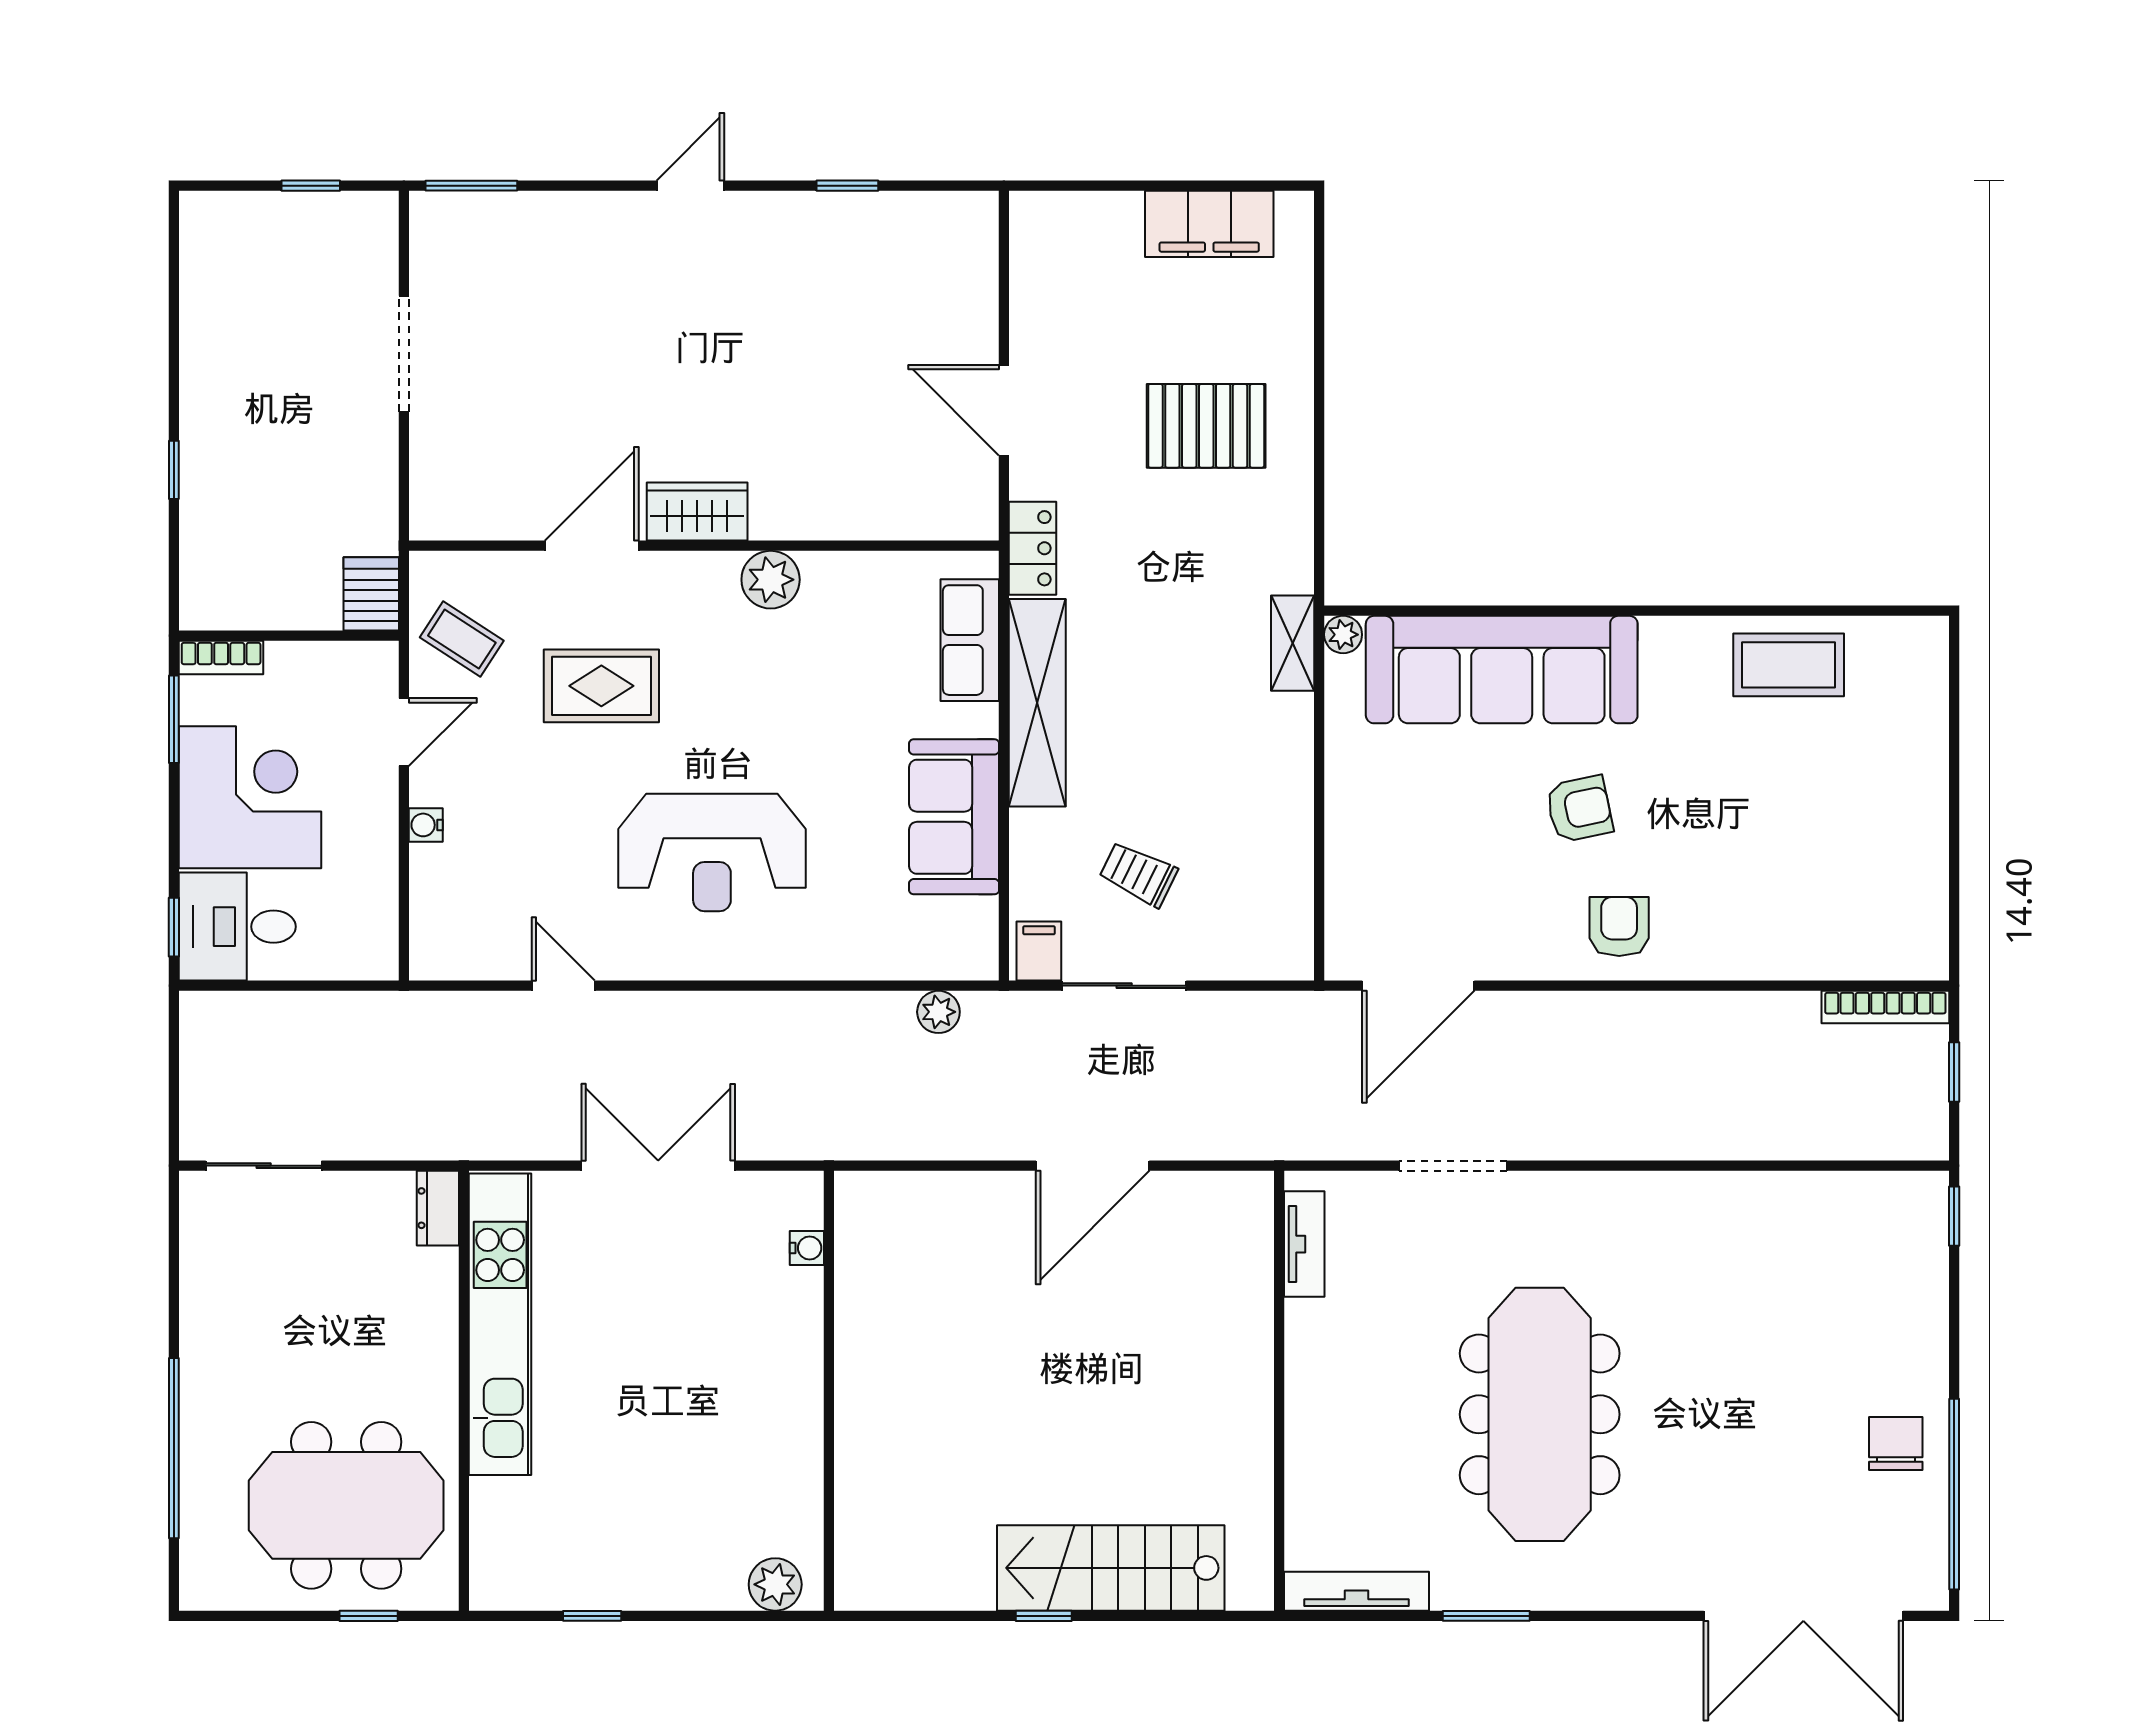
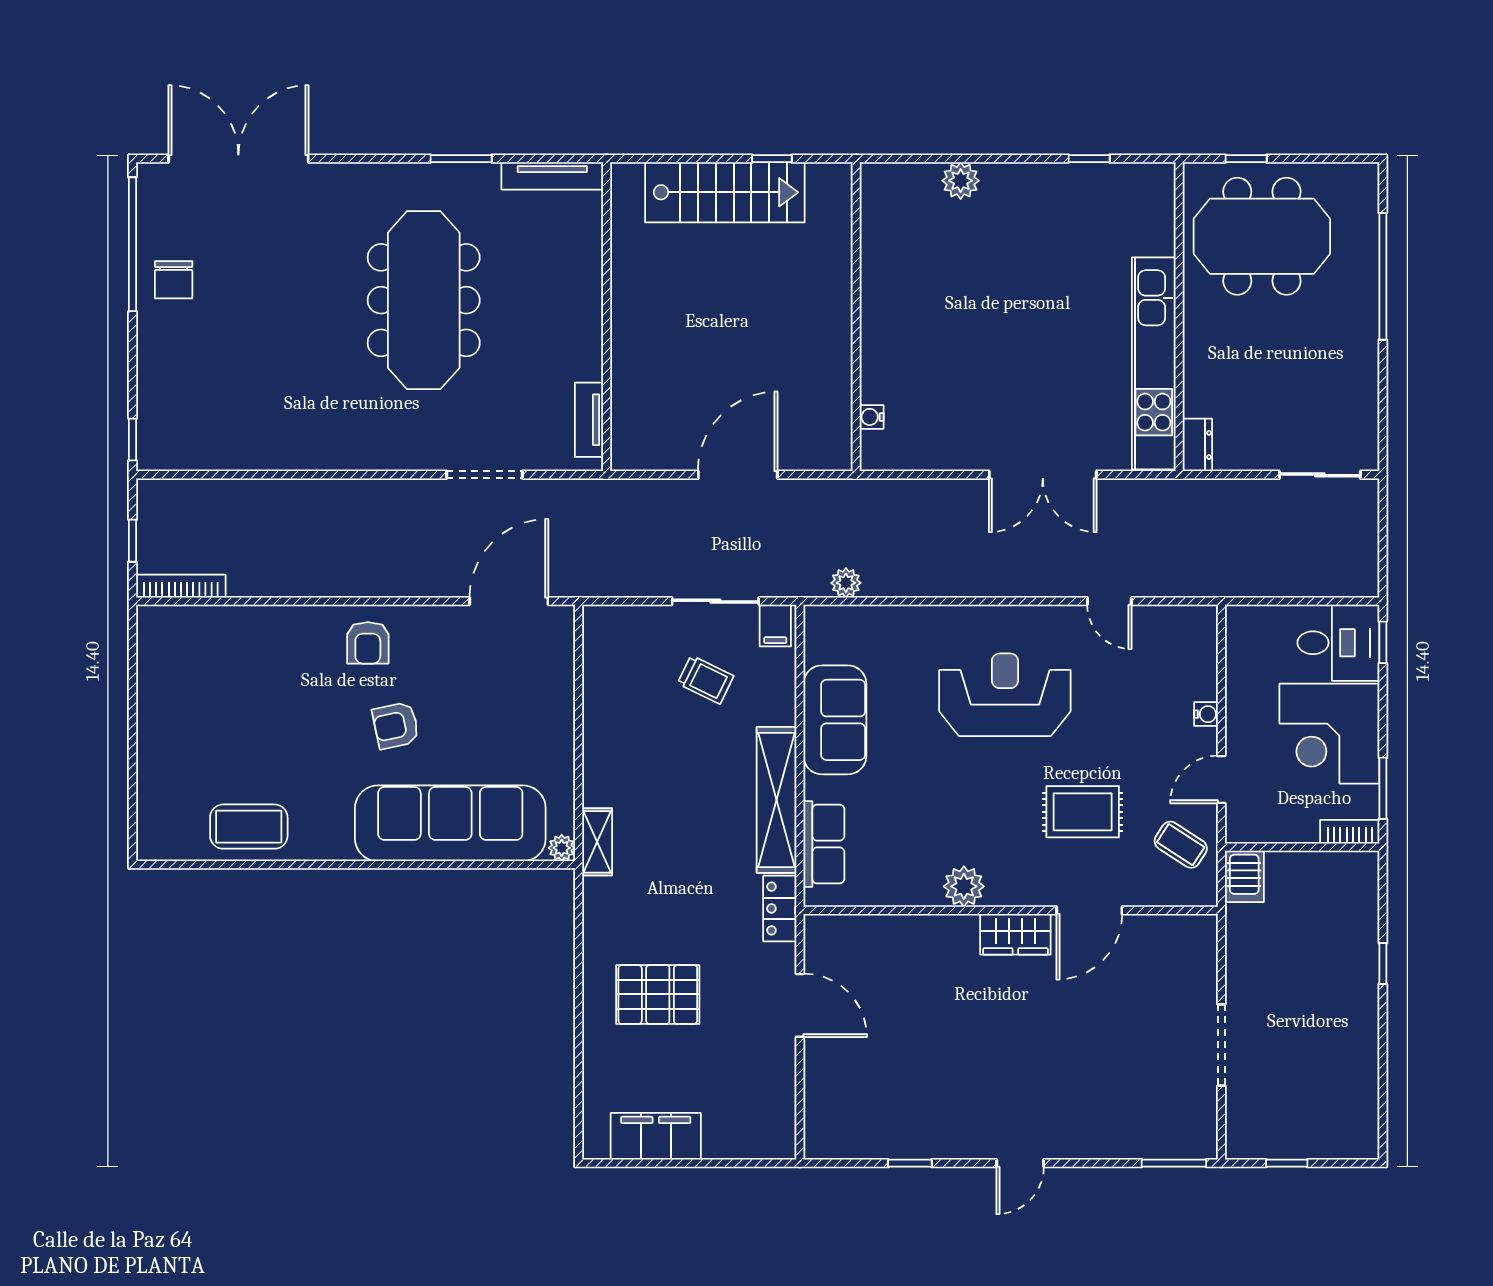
water cooler: (807, 1248) -> (872, 417), moved
wall: (829, 1391) -> (856, 317), moved

